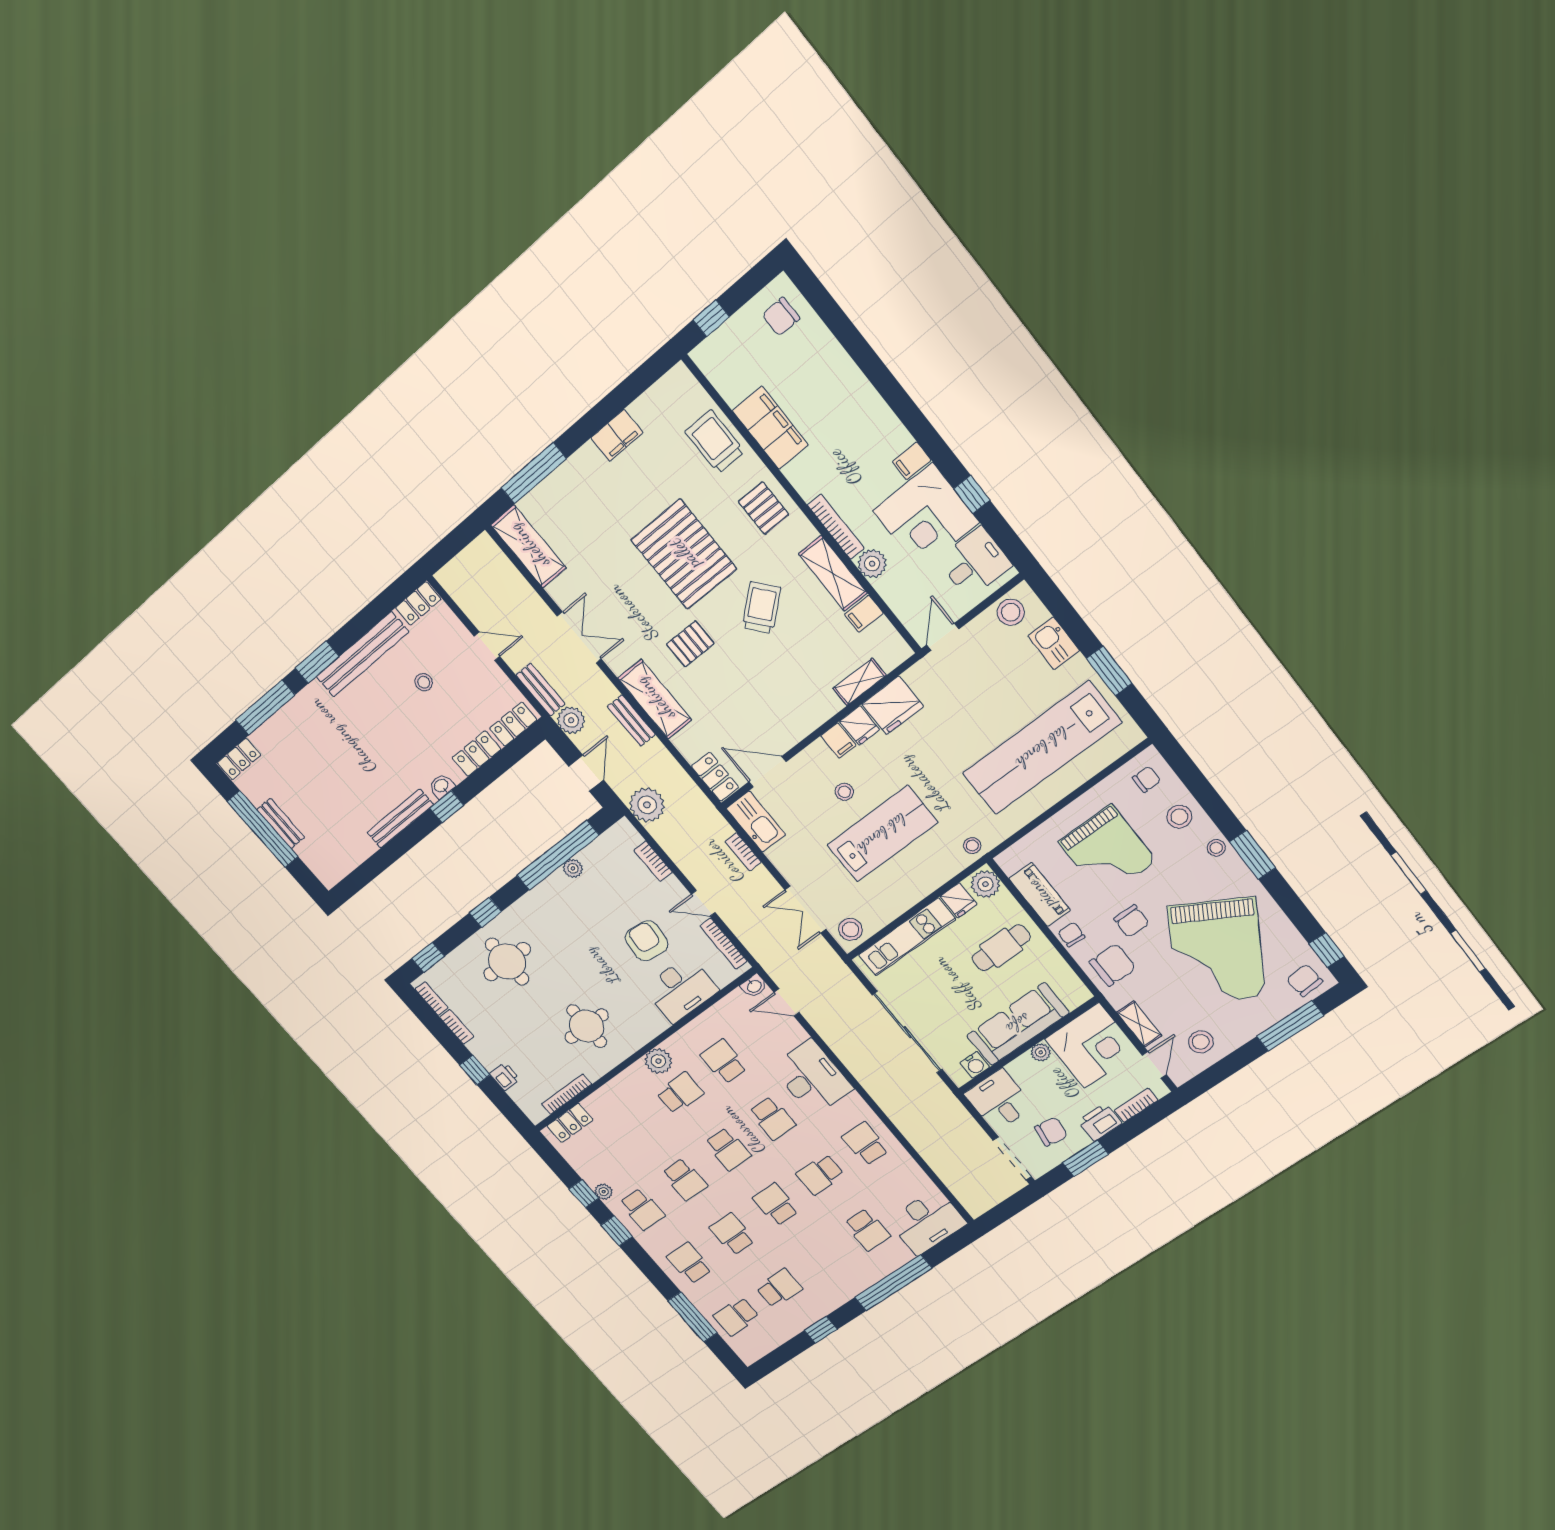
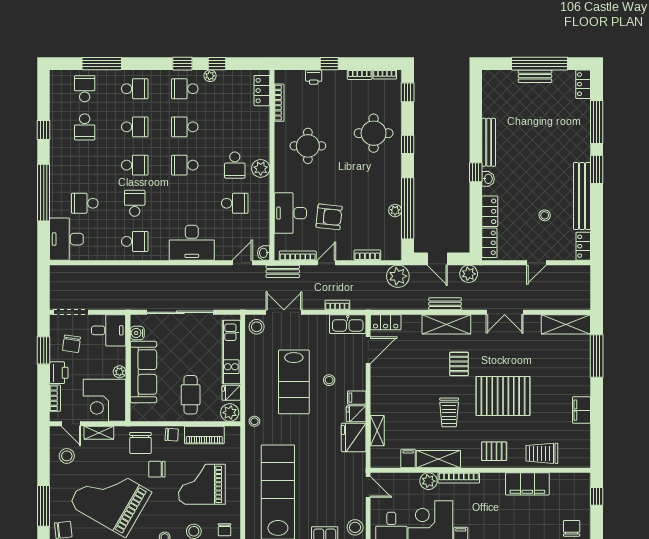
trolley: (715, 442) -> (542, 453), turned 180
trolley: (761, 608) -> (449, 412), turned 40
bench: (541, 690) -> (283, 271), moved
school desk: (772, 1118) -> (185, 203), removed

